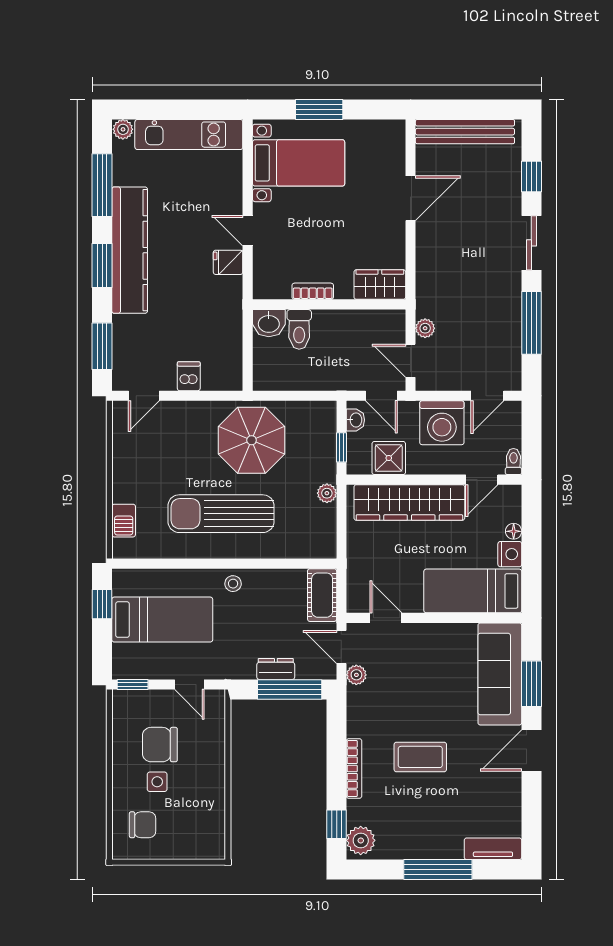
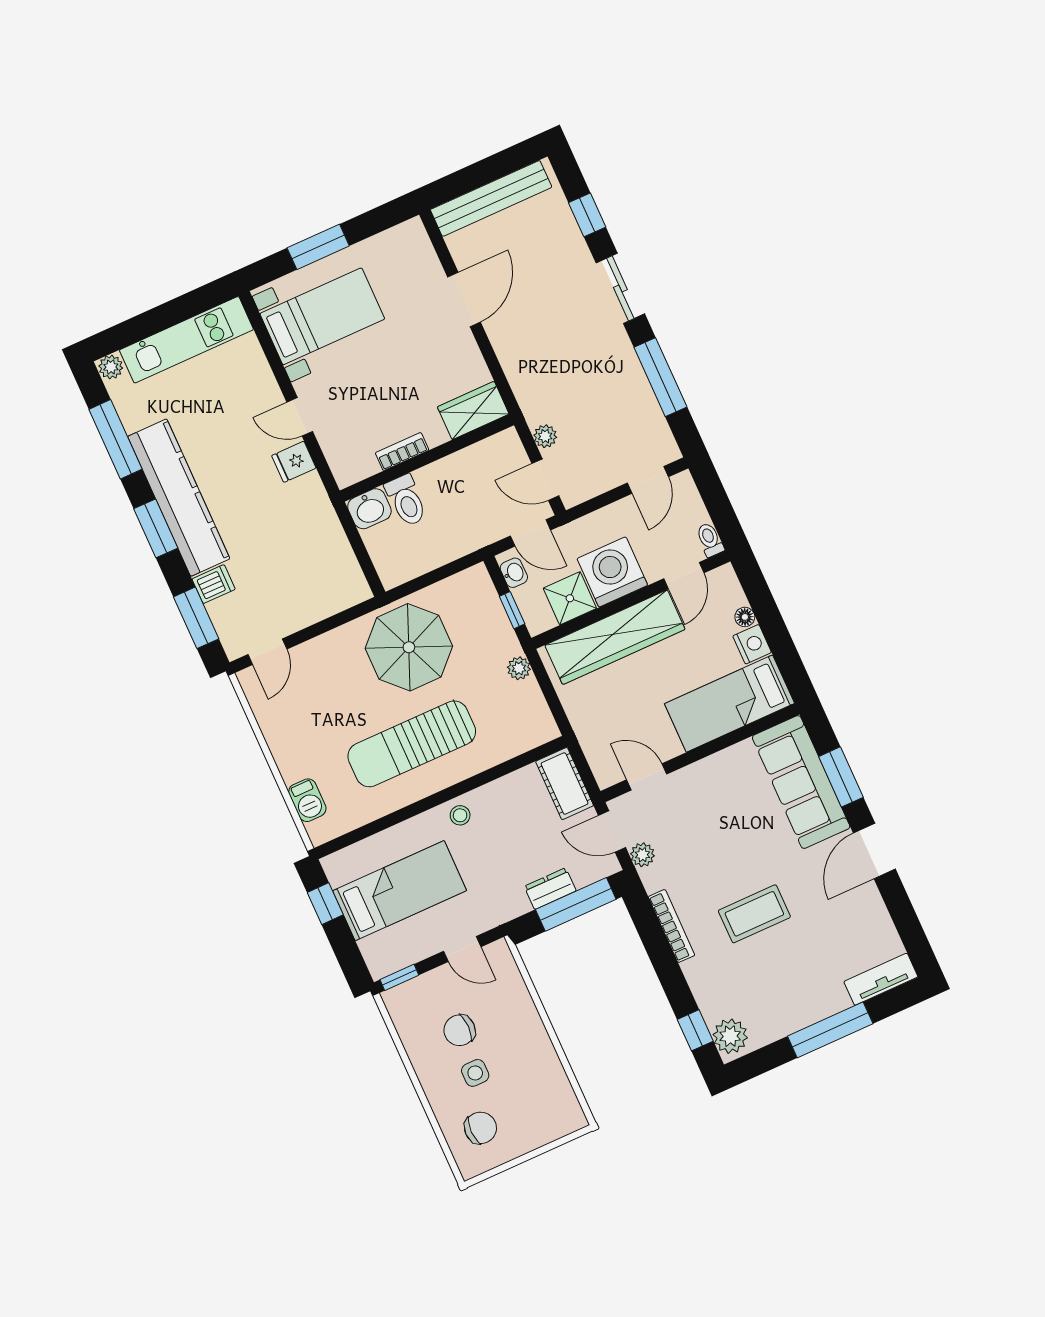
dishwasher: (189, 376) -> (214, 584), moved, turned 90
washing machine: (442, 423) -> (612, 572), moved, turned 180
chair: (160, 745) -> (460, 1030), width x0.73, depth x0.73
bookcase: (354, 769) -> (672, 926), moved

